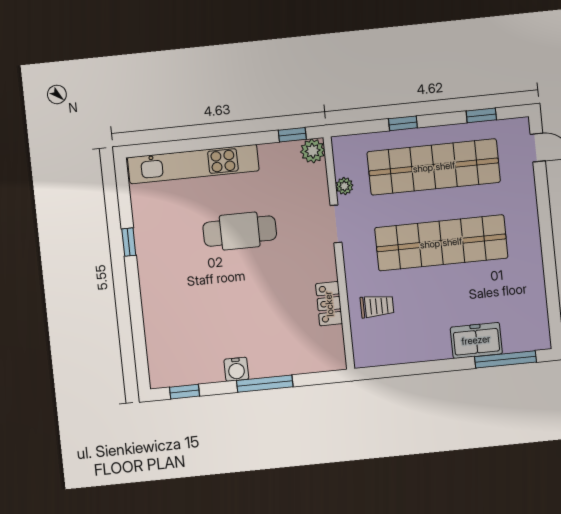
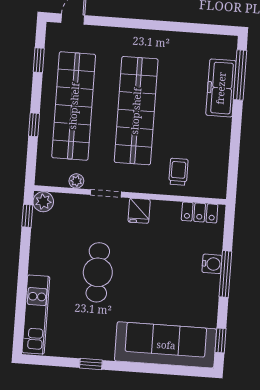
kitchen unit: (193, 164) -> (36, 315), width x0.73
fridge: (322, 267) -> (139, 211), added
locker: (329, 304) -> (200, 212), moved
sofa: (168, 327) -> (166, 345), added
freezer: (476, 340) -> (221, 88), width x1.40
water cooler: (236, 369) -> (212, 264), moved

